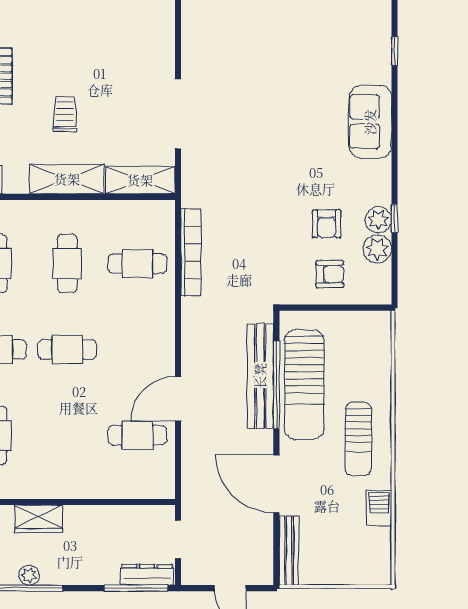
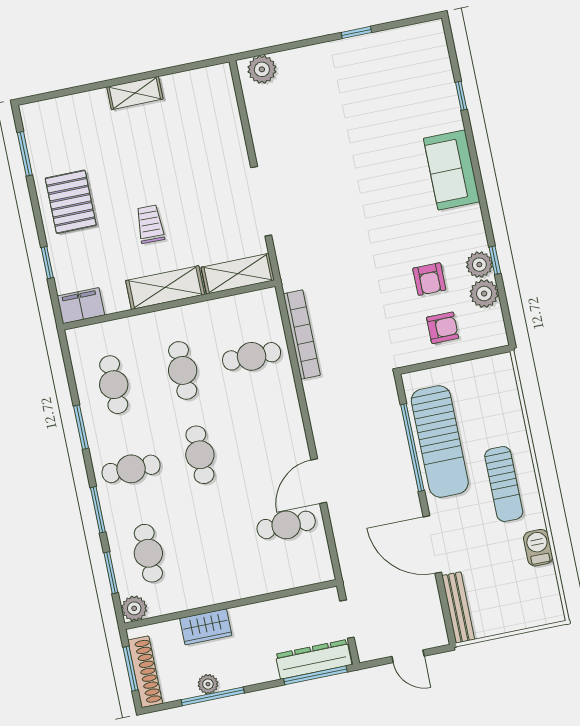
cafe table: (67, 349) -> (200, 455), turned 90
bench: (260, 376) -> (395, 442), removed
dresser: (147, 575) -> (314, 659), width x1.37, depth x1.24

